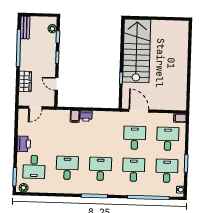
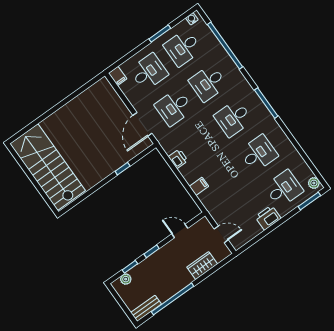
stairs: (137, 51) -> (48, 167), moved, turned 90
door: (56, 84) -> (180, 231), swing flipped
printer: (86, 116) -> (178, 159), moved
desk: (168, 139) -> (149, 72), turned 180
desk: (67, 168) -> (259, 153), turned 180

